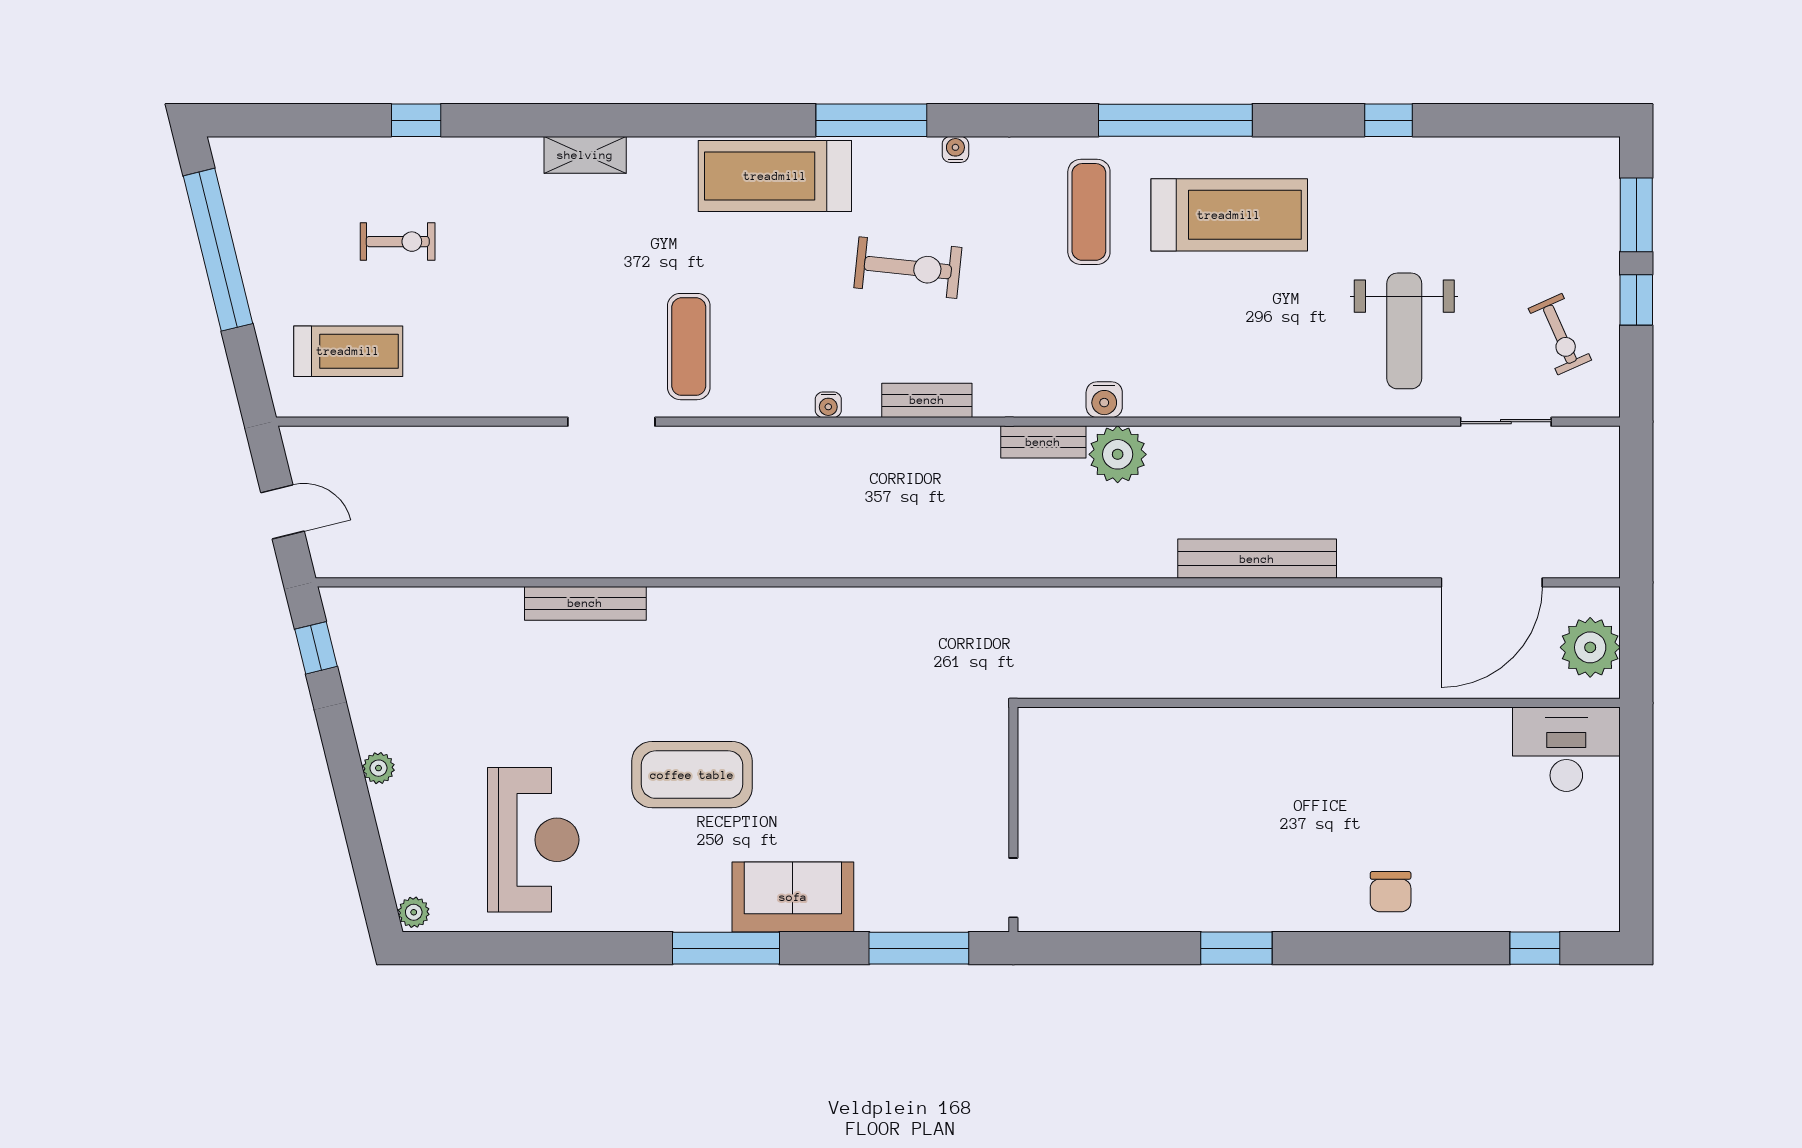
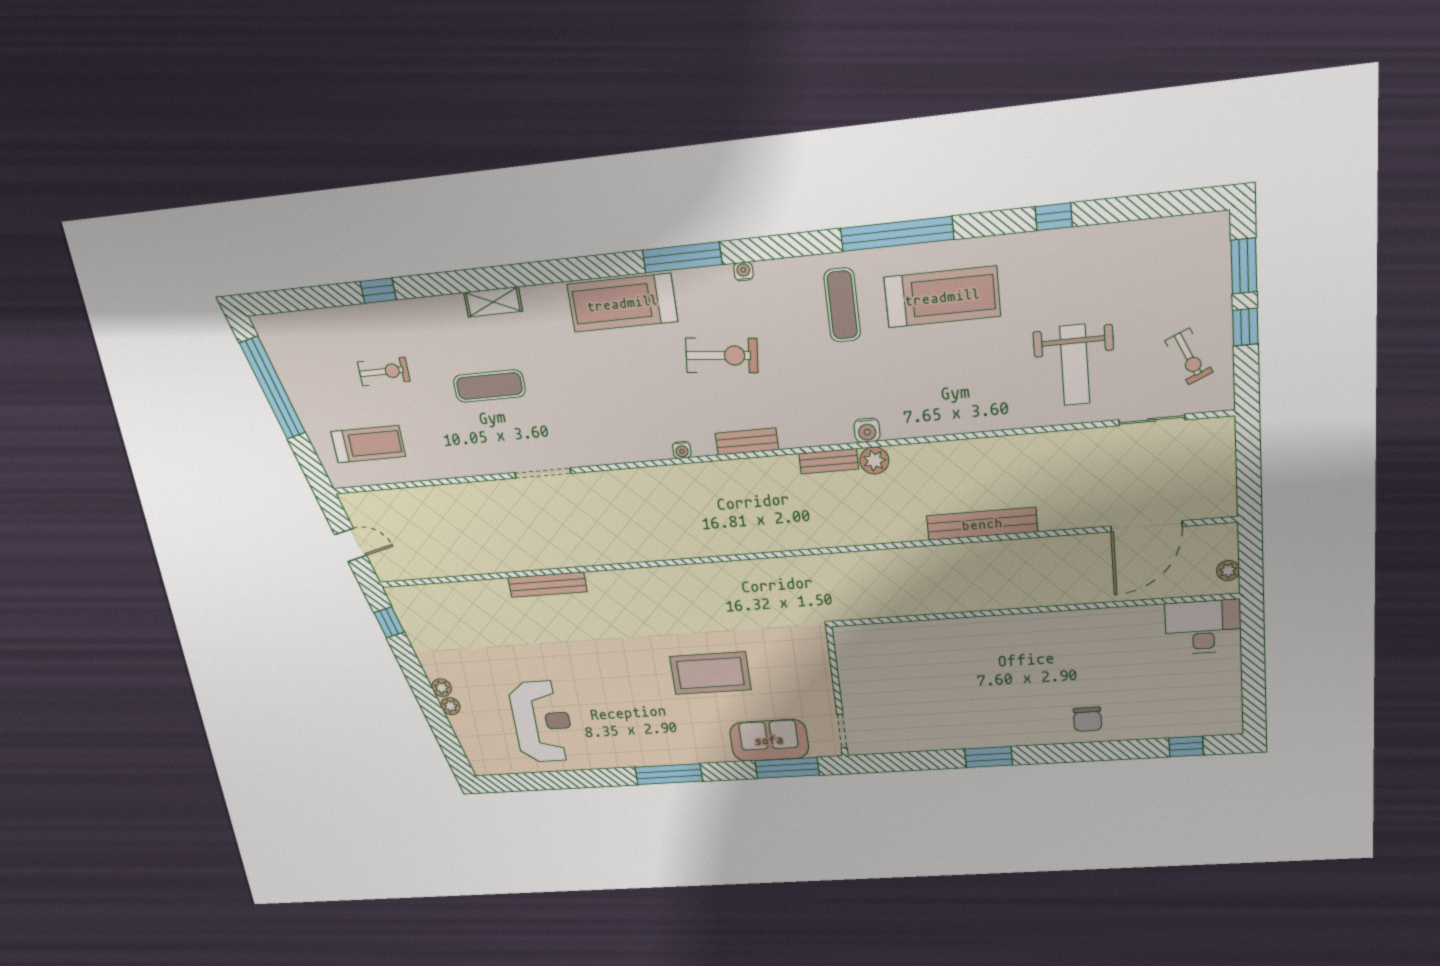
exercise mat: (689, 347) -> (489, 386), moved, turned 90
plant: (1118, 454) -> (874, 460), width x0.73, depth x0.73
plant: (1590, 647) -> (1228, 571), width x0.53, depth x0.53
coffee table: (692, 775) -> (710, 673), moved
sofa: (793, 897) -> (769, 740), moved
plant: (414, 912) -> (450, 706), moved

